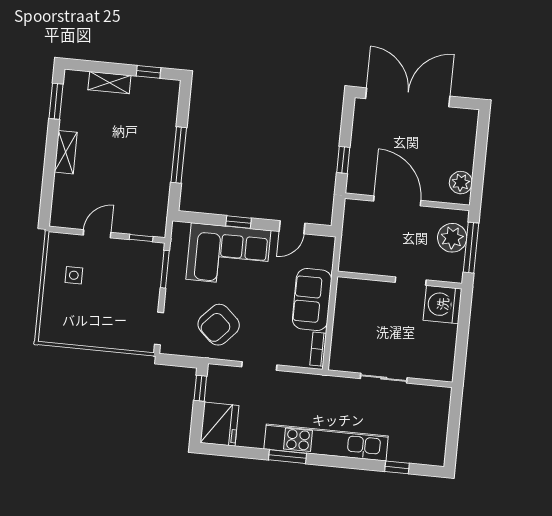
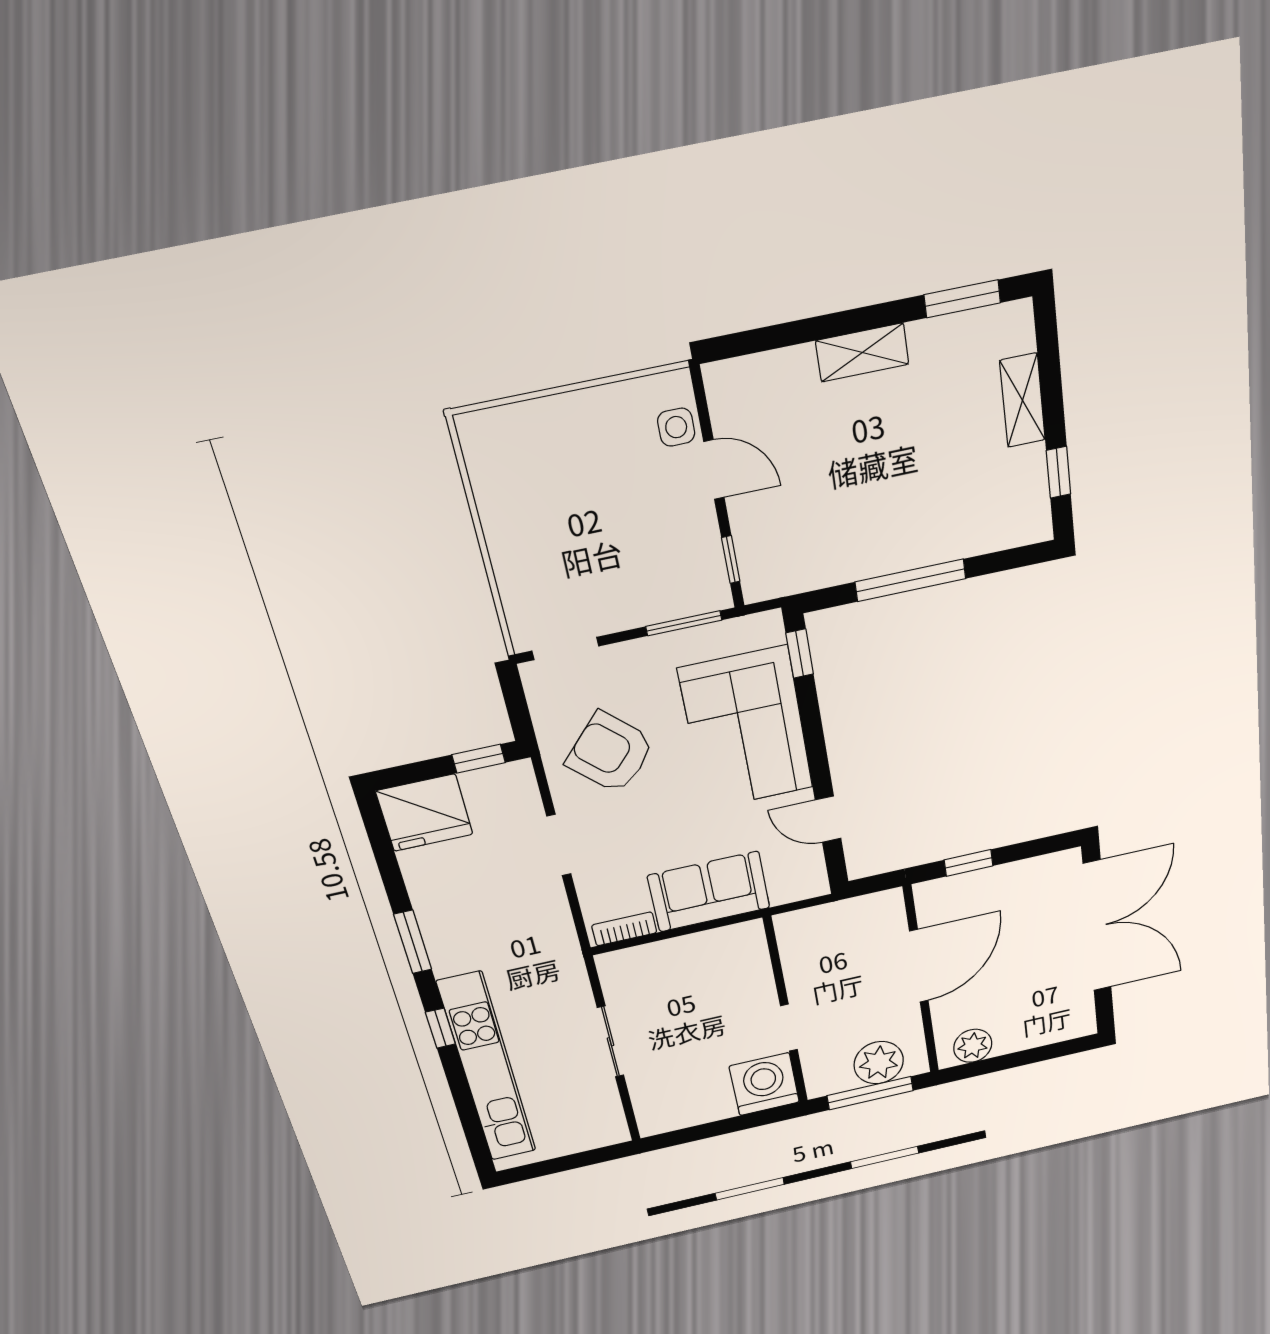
window: (238, 222) -> (800, 654), moved
side table: (74, 275) -> (676, 427), moved
kitchen unit: (326, 443) -> (487, 1068), moved
window: (397, 467) -> (440, 1028), moved

